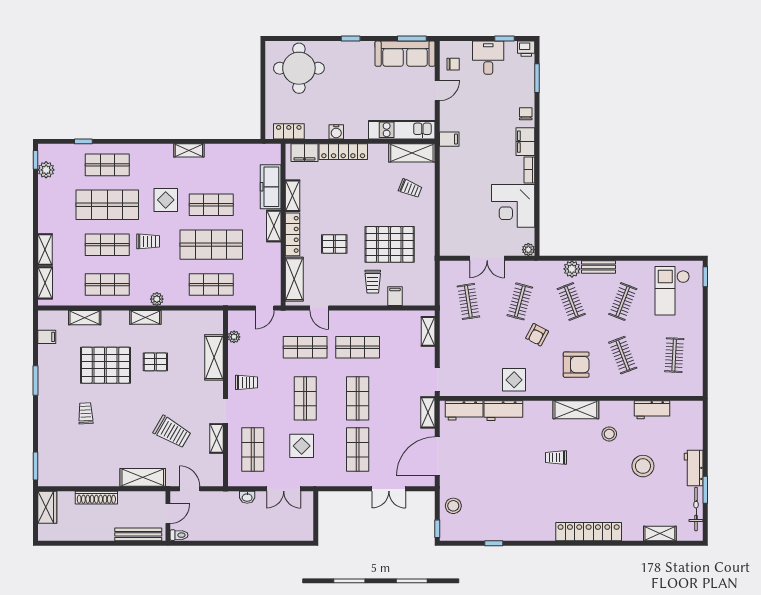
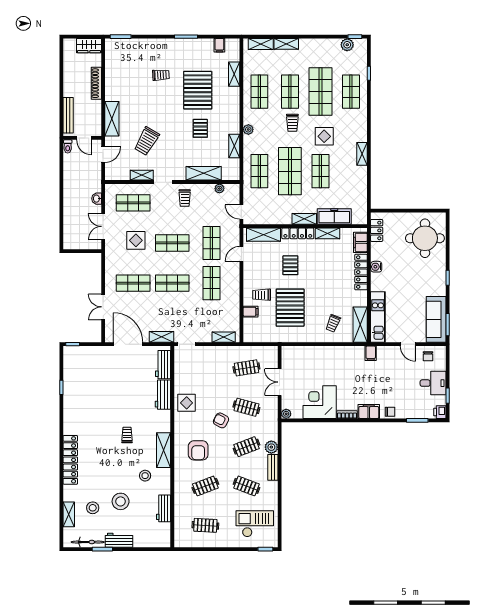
shelving: (145, 317) -> (234, 146), moved
stool: (453, 506) -> (93, 508), moved

